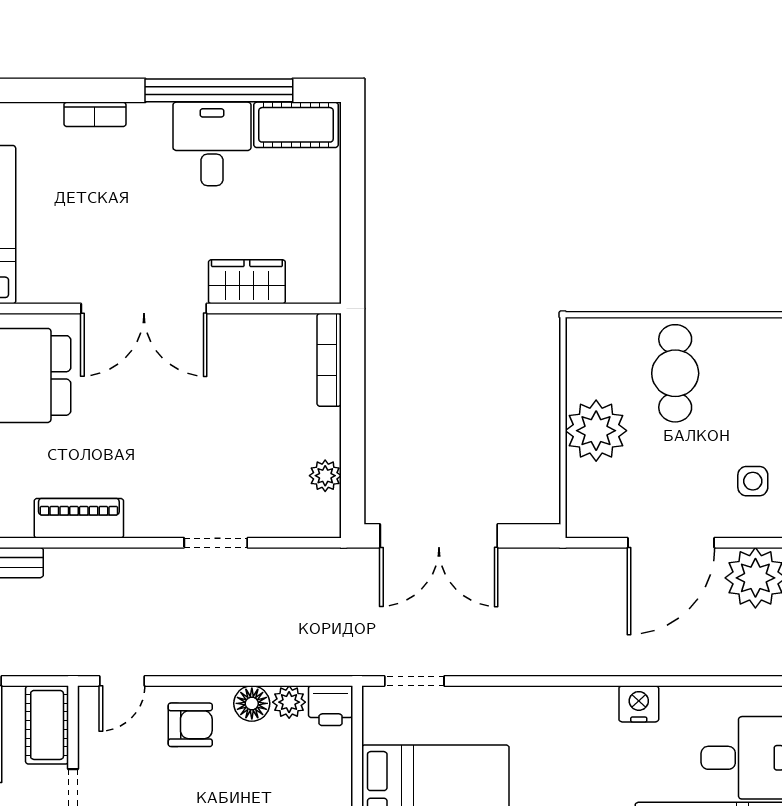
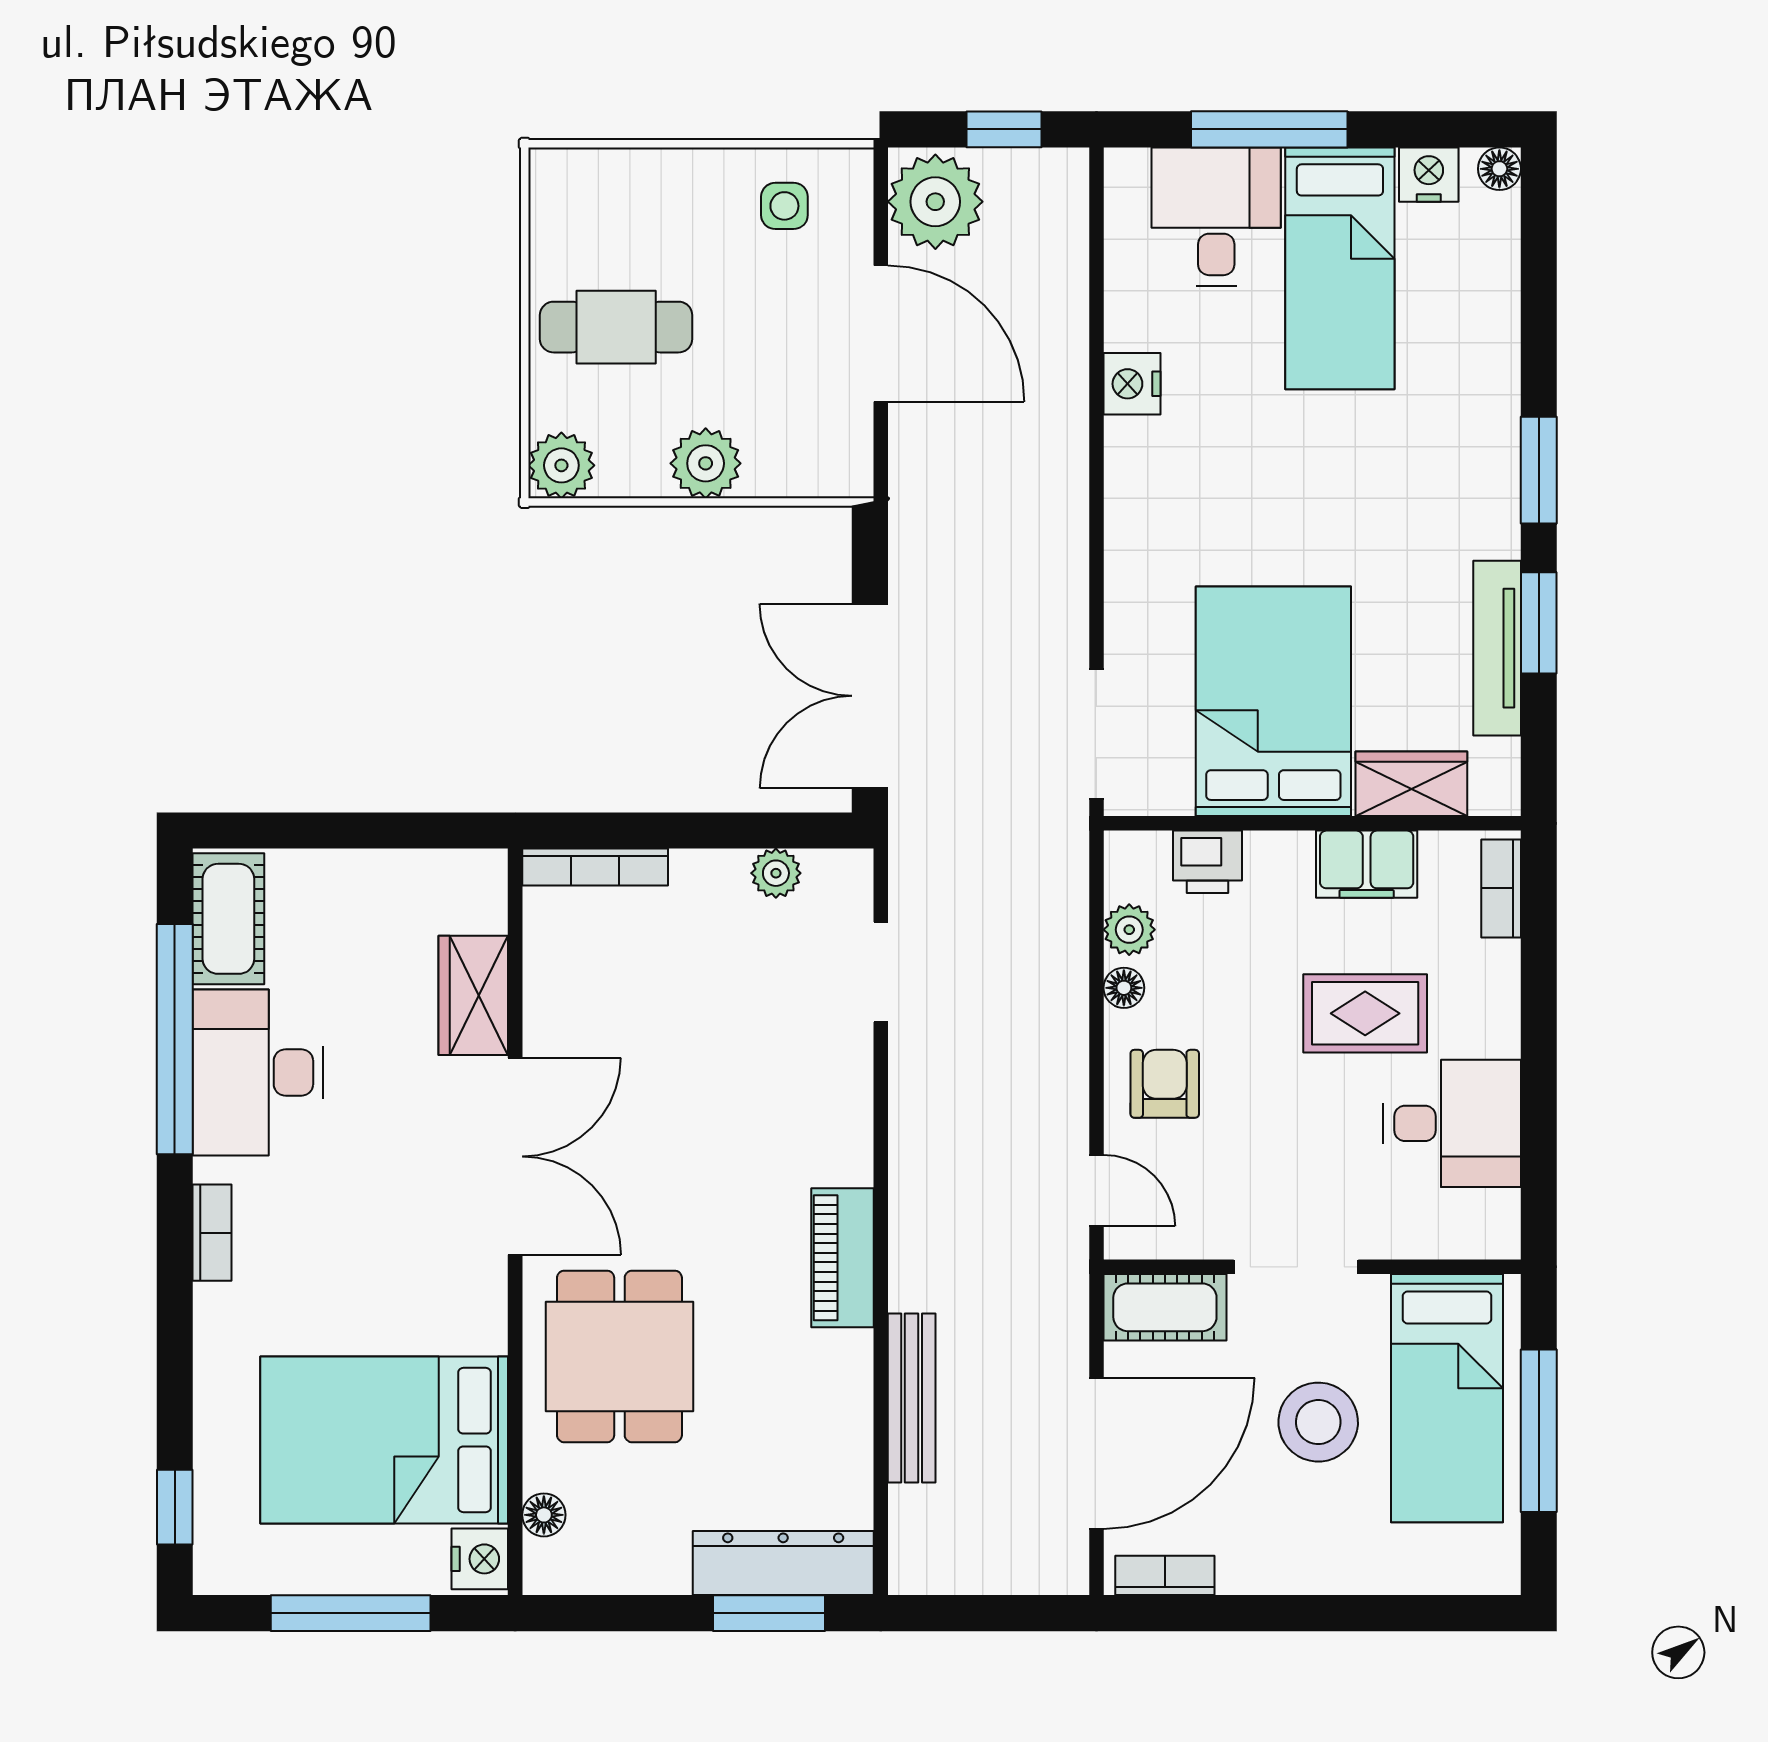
desk: (212, 144) -> (258, 1072), width x1.37
plant: (587, 338) -> (561, 465), added
plant: (596, 431) -> (706, 463), width x0.73, depth x0.73
double door: (439, 536) -> (870, 696), swing flipped
doorway: (216, 543) -> (881, 972), moved
doorway: (414, 681) -> (1096, 734), width x1.38
floor lamp: (252, 703) -> (1124, 988), width x0.73, depth x0.73
printer: (331, 706) -> (1207, 862), moved, turned 90

